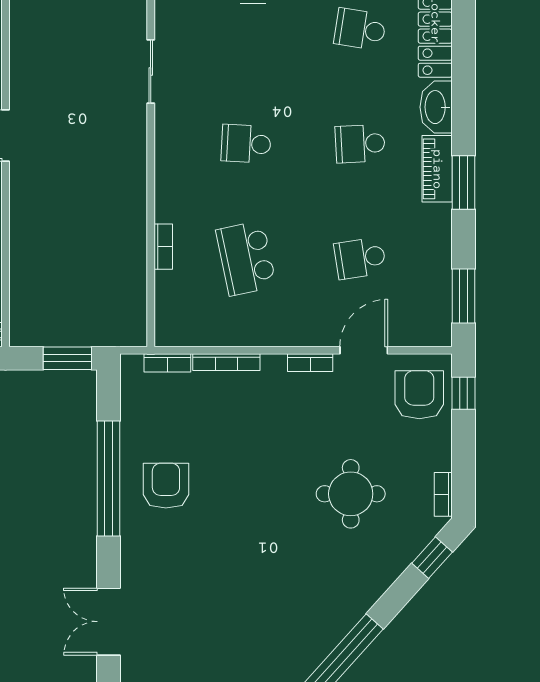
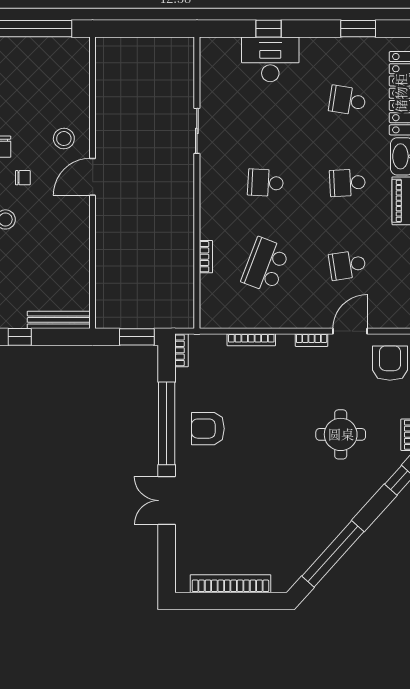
school desk: (246, 258) -> (265, 265), turned 33
bookcase: (167, 363) -> (181, 350), moved, turned -90
armchair: (166, 486) -> (208, 429), turned -90
double door: (109, 622) -> (167, 501), moved

